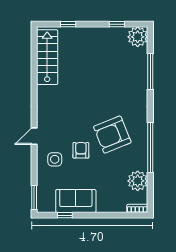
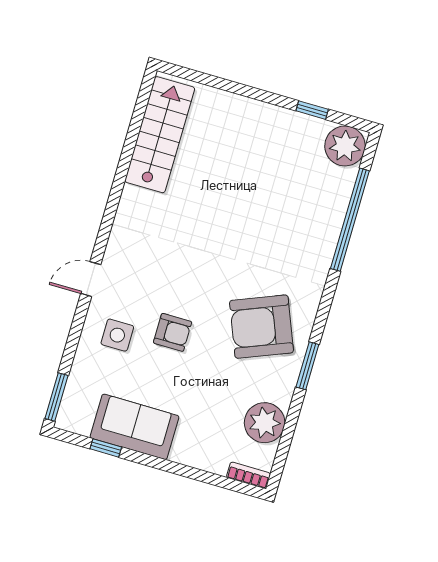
window: (68, 24) -> (219, 83), removed
window: (150, 71) -> (350, 220), width x1.46
armchair: (112, 135) -> (262, 327), moved
window: (150, 148) -> (307, 366), width x0.47
armchair: (81, 150) -> (173, 332), turned 90

